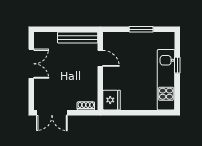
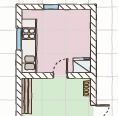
door: (100, 58) -> (60, 75), moved
kitchen unit: (166, 80) -> (29, 46), moved, turned -90

